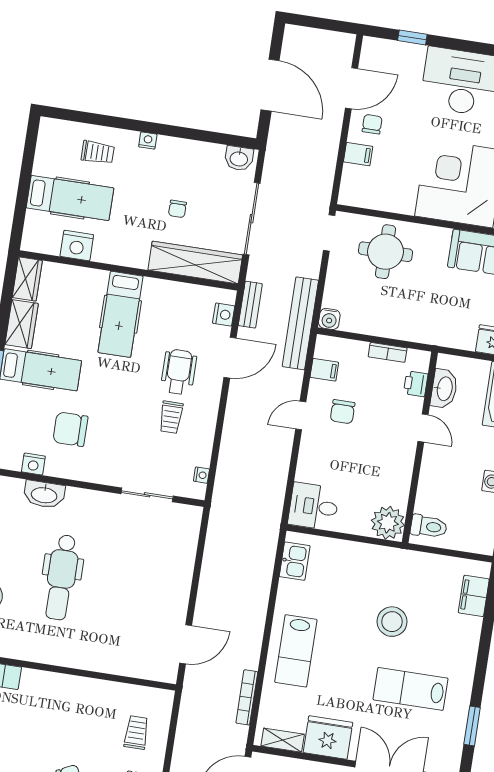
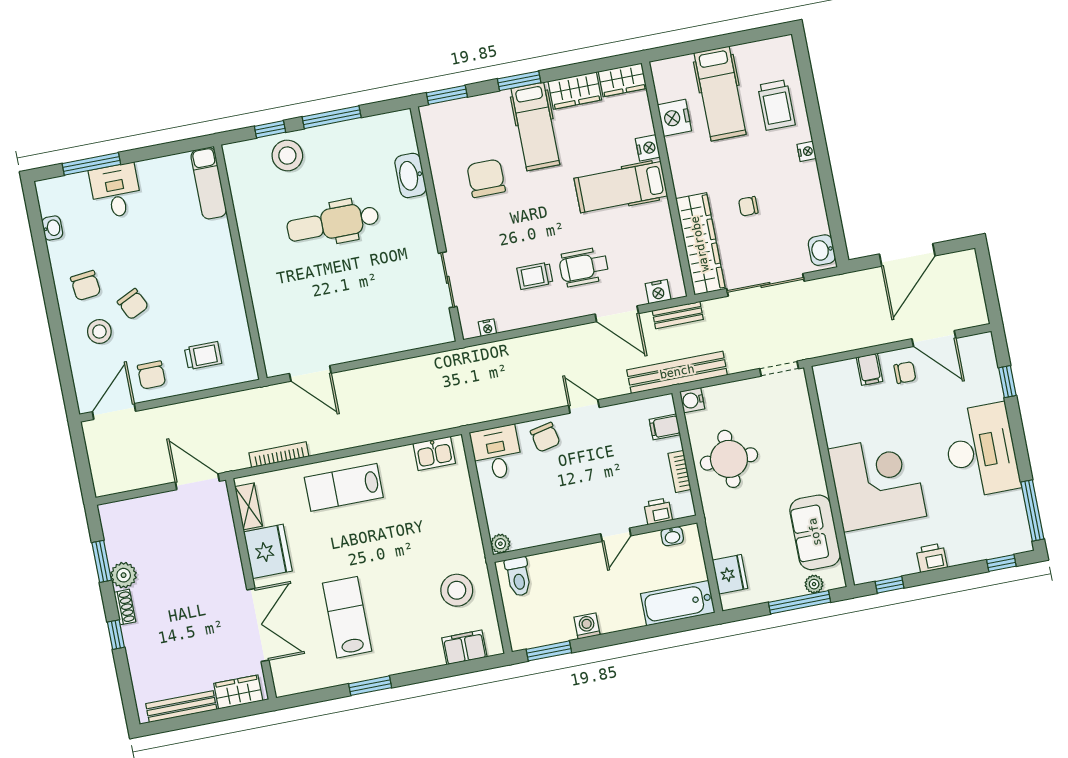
trolley: (98, 152) -> (776, 105), width x1.36, depth x1.39
round table: (385, 252) -> (729, 459), moved
filing cabinet: (324, 370) -> (665, 427), moved, turned 90
wheelchair: (179, 372) -> (584, 267), turned 180
washbasin: (444, 389) -> (672, 536), width x0.52, depth x0.69
chair: (343, 412) -> (545, 437), moved, turned -102
nightstand: (33, 464) -> (648, 148), moved, turned 180
plant: (388, 523) -> (500, 544), width x0.53, depth x0.53
stool: (392, 622) -> (457, 590), moved
window: (472, 726) -> (370, 686), moved

